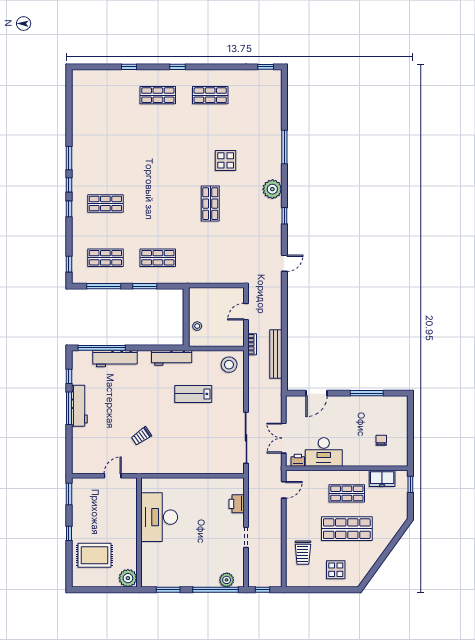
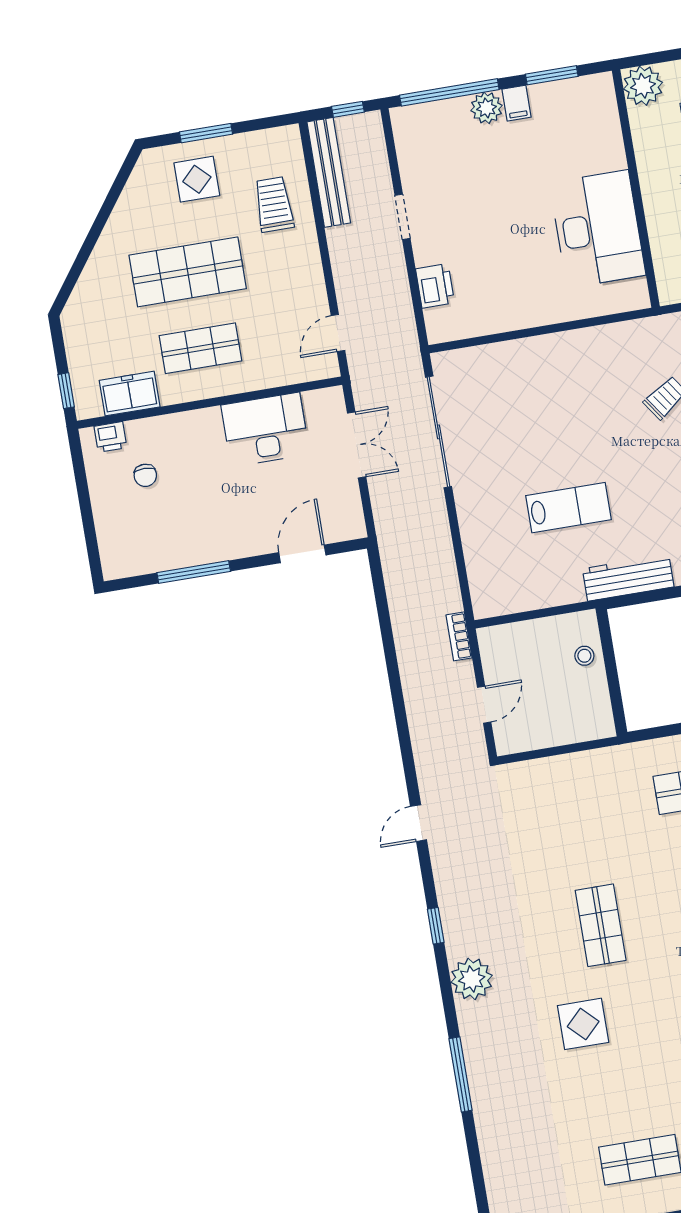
bench: (276, 354) -> (329, 172), moved
stool: (229, 365) -> (502, 584), removed
printer: (298, 460) -> (111, 437), moved
filing cabinet: (186, 580) -> (516, 103), added
plant: (227, 580) -> (486, 108), moved
window: (328, 590) -> (206, 133), added

